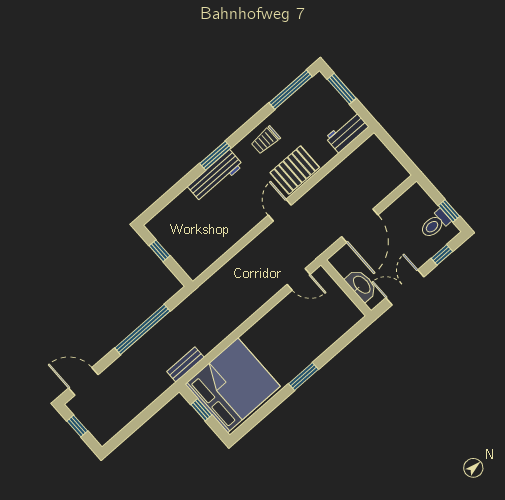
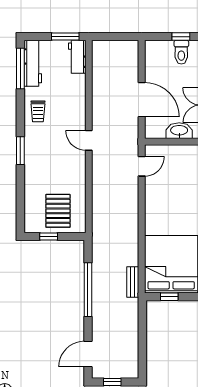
window: (342, 89) -> (65, 37), moved
pallet: (295, 170) -> (58, 211), moved
workbench: (215, 176) -> (33, 63), moved

